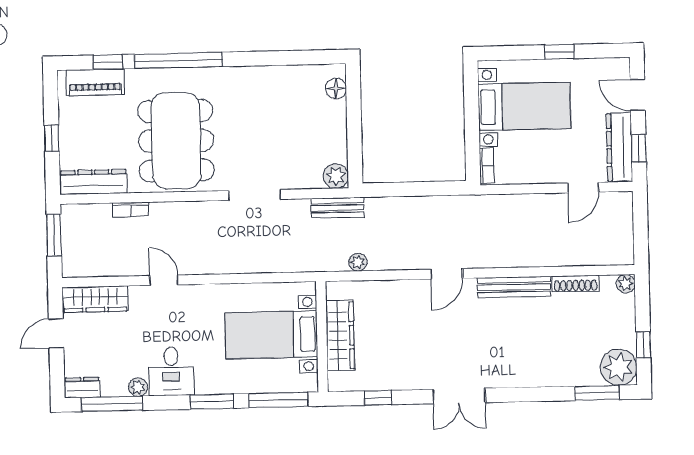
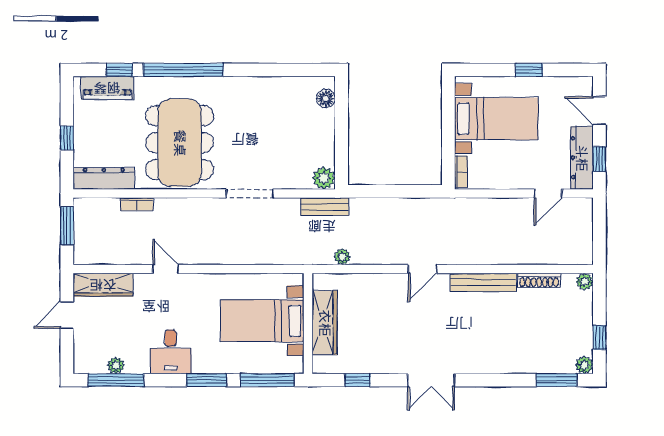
plant: (619, 367) -> (584, 365), width x0.53, depth x0.53
plant: (138, 387) -> (116, 365), moved
dresser: (82, 388) -> (89, 365), removed

